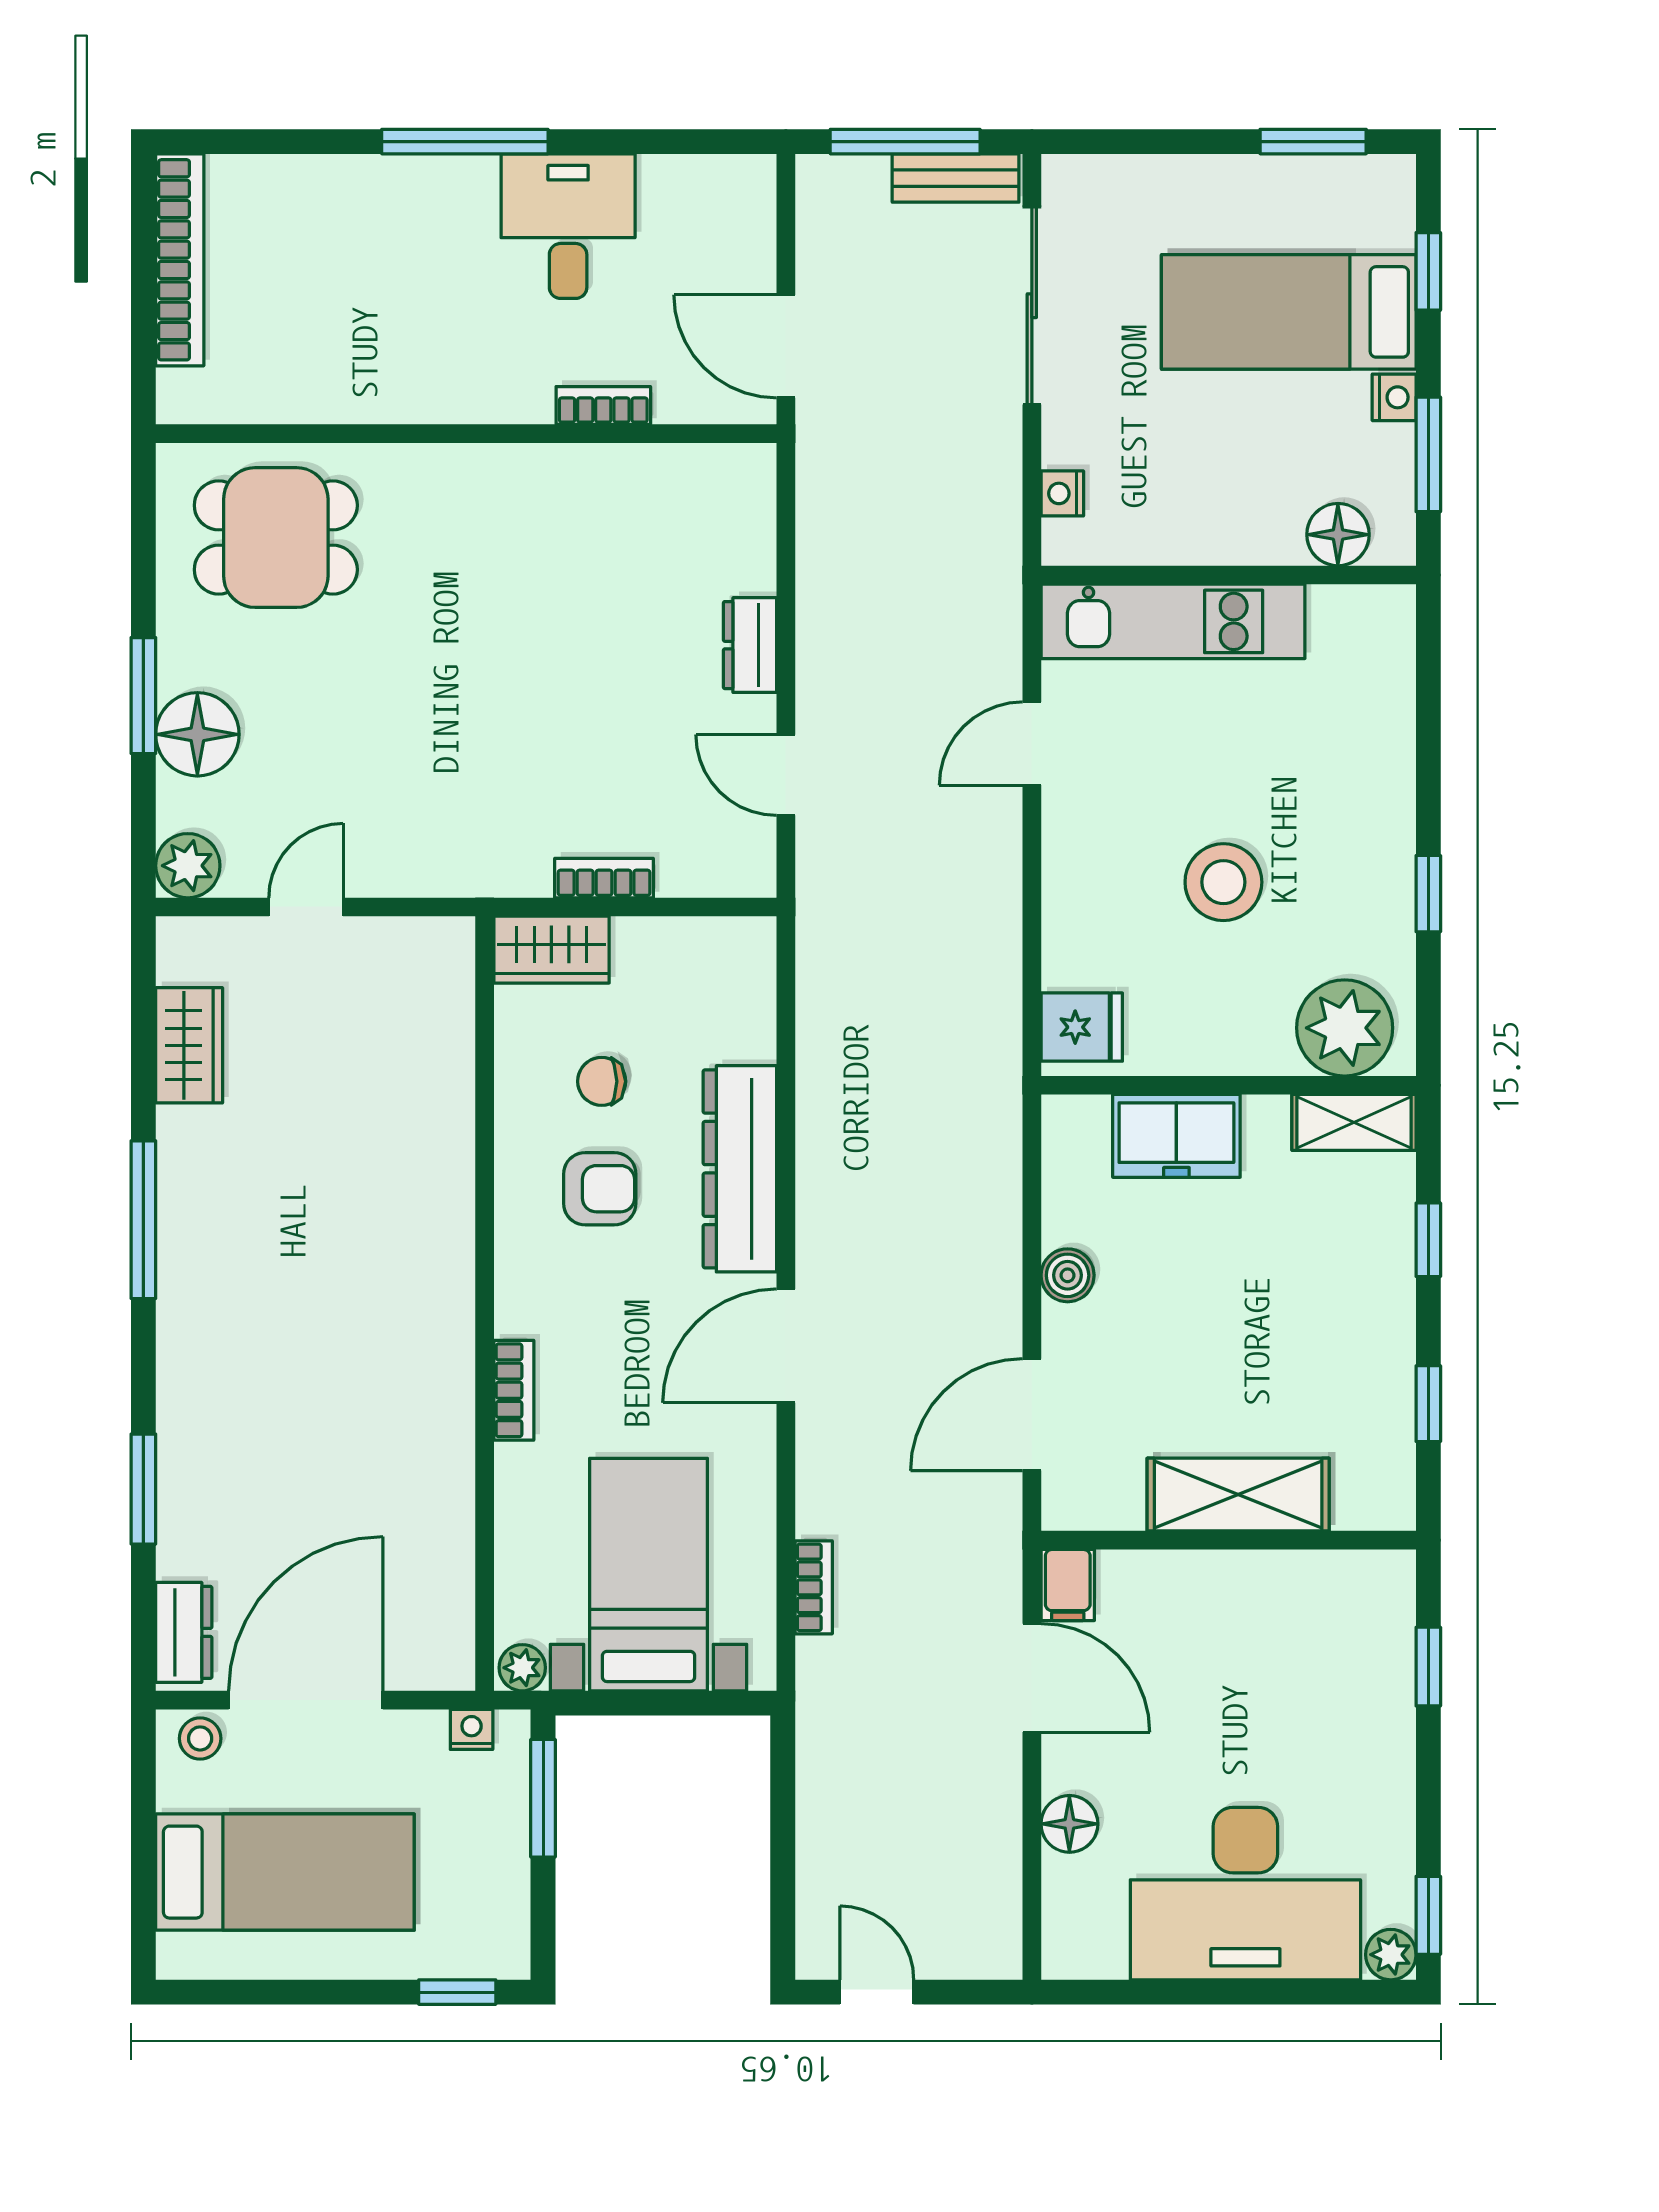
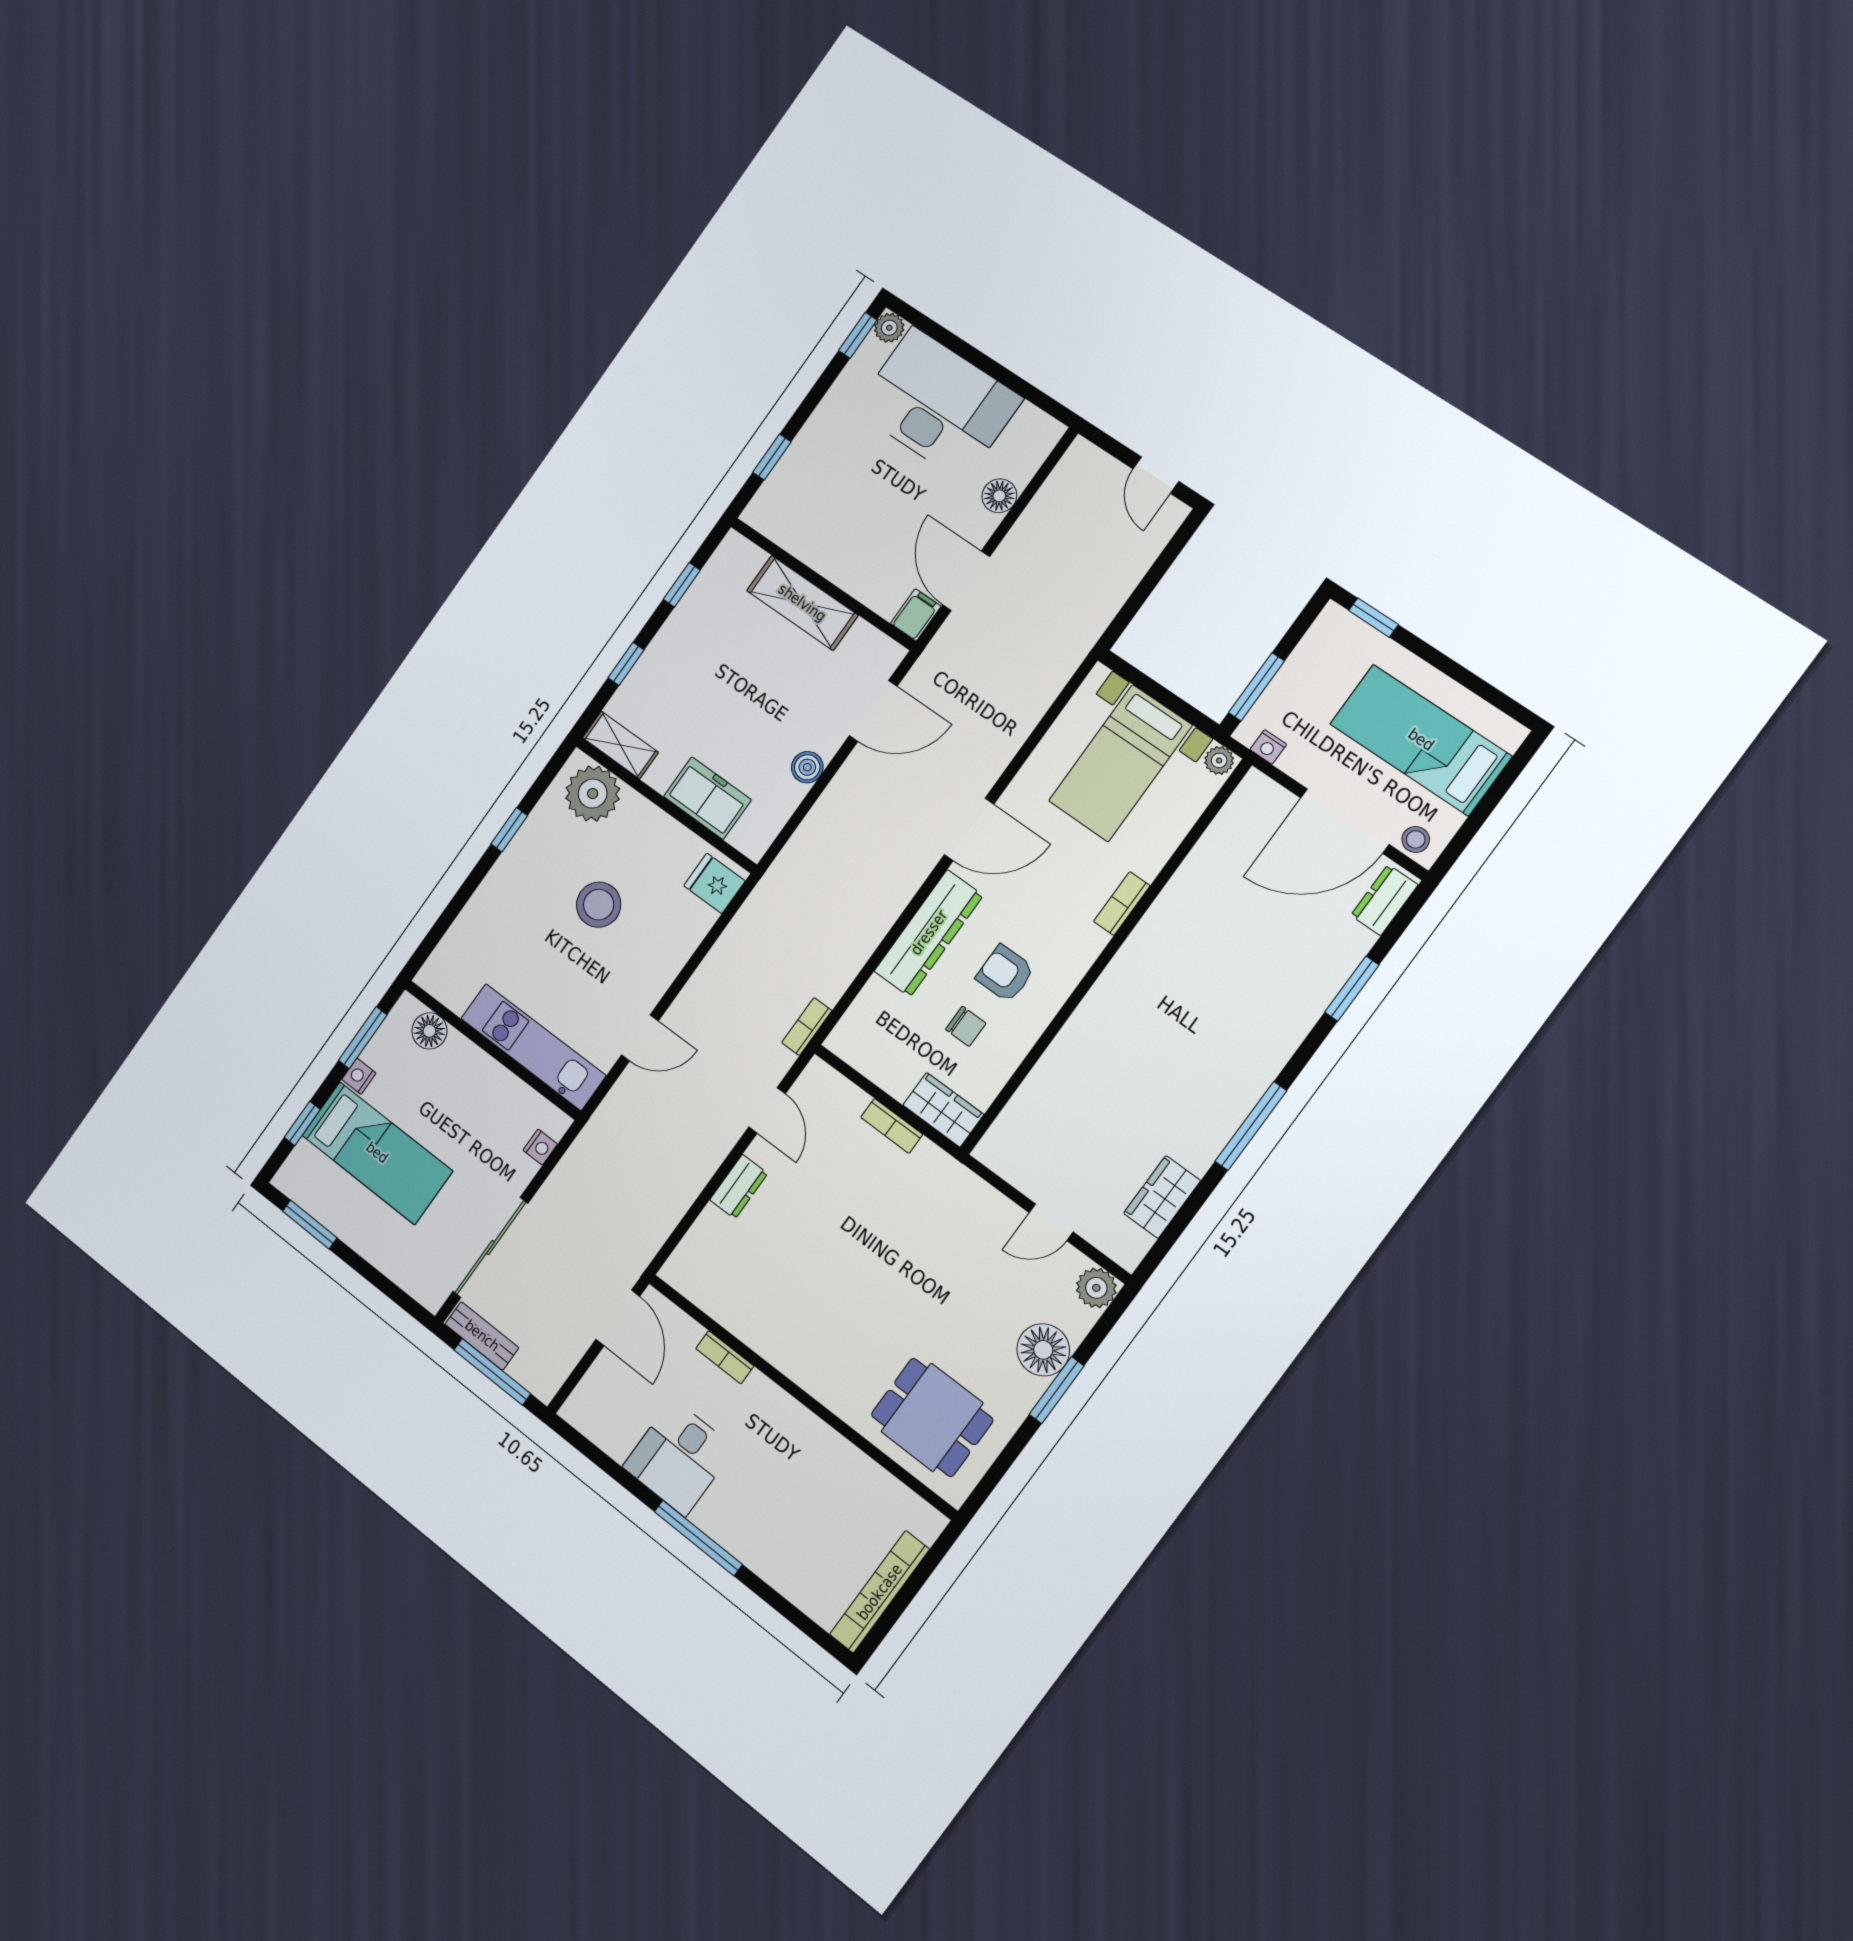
bookcase: (814, 1587) -> (807, 1027), moved

